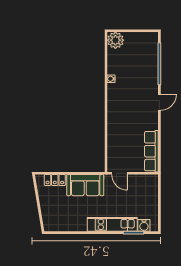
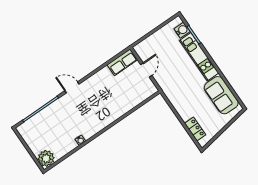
row of seats: (151, 151) -> (122, 62), width x0.68
door: (119, 173) -> (146, 70), moved
sofa: (85, 185) -> (221, 95), moved, turned 180

